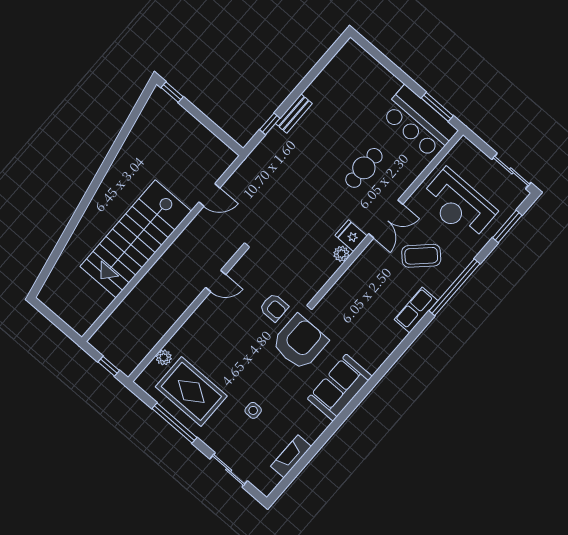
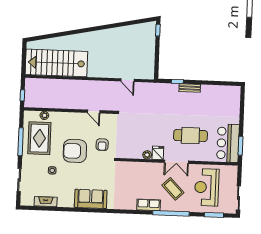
cafe table: (364, 168) -> (190, 136), width x1.37, depth x1.35
stairs: (136, 239) -> (56, 63), moved
armchair: (300, 342) -> (75, 151), moved, turned 180

